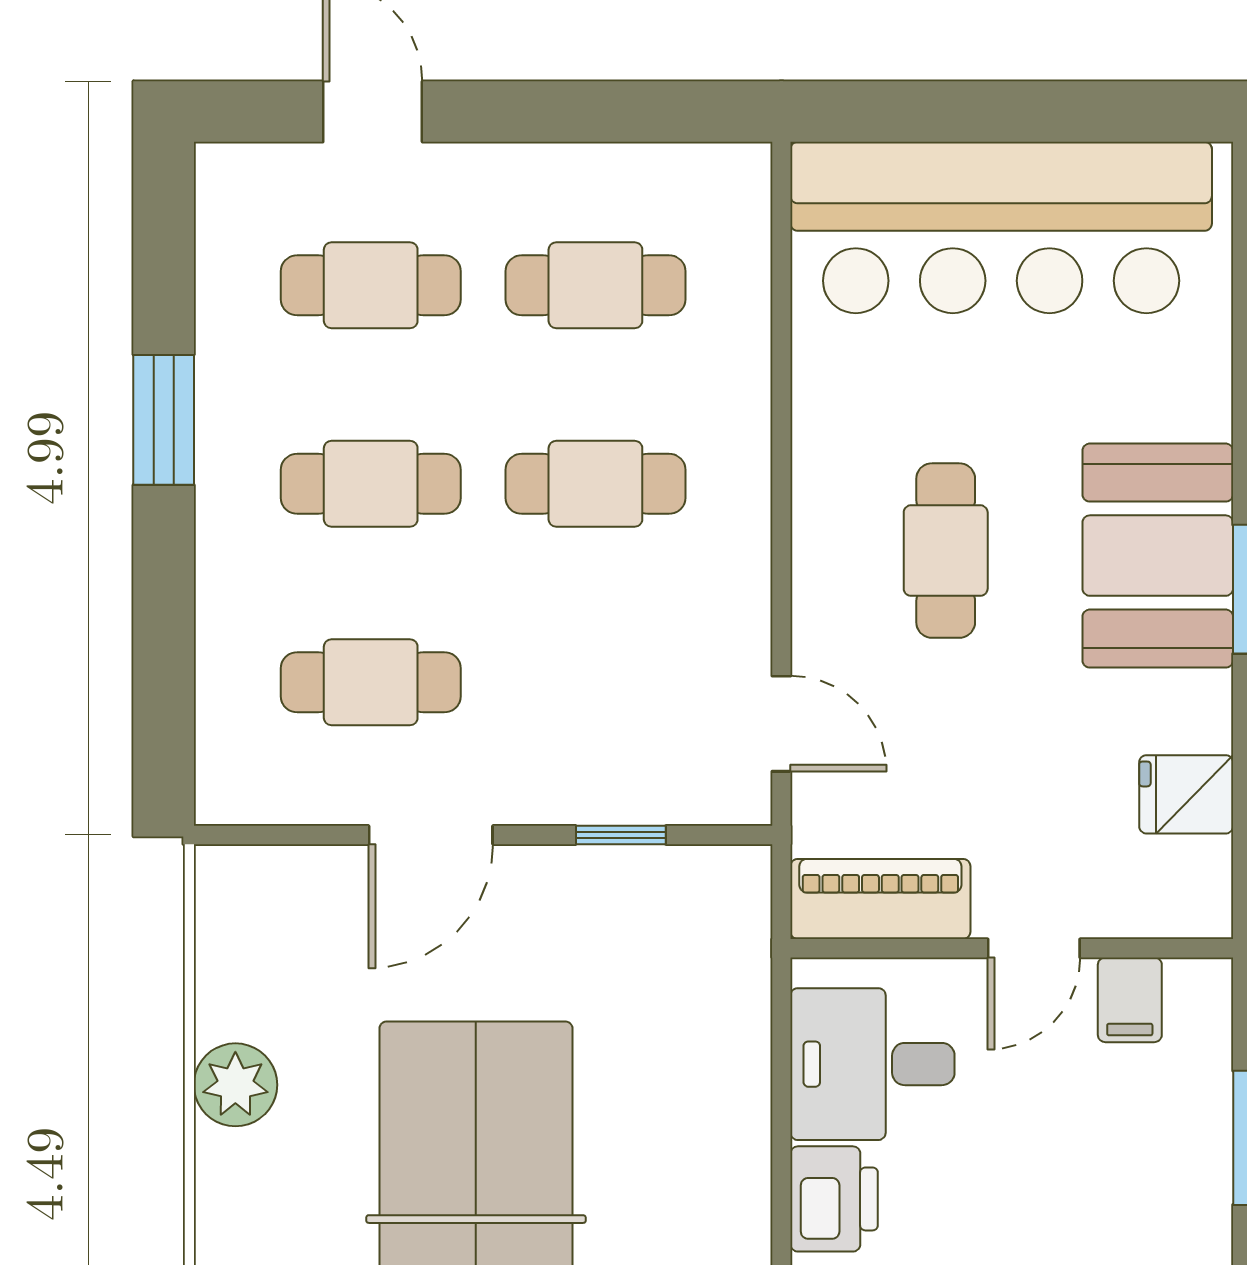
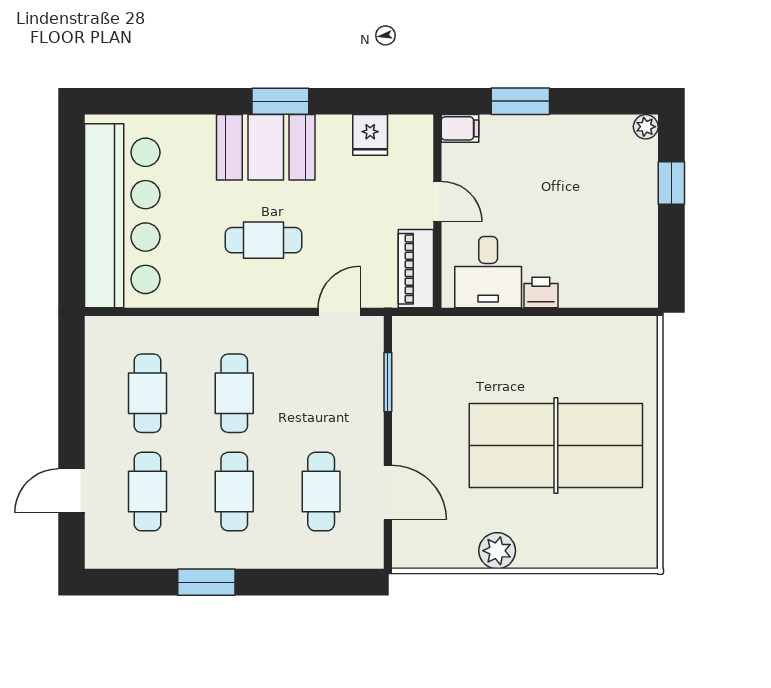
door: (431, 835) -> (388, 492), moved
window: (621, 835) -> (388, 382), width x1.50
filing cabinet: (1130, 1000) -> (460, 128), moved
printer: (834, 1199) -> (541, 293), width x0.73, depth x0.81

